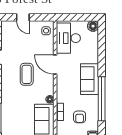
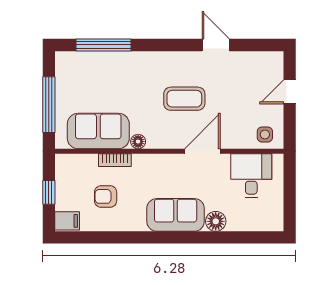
floor lamp: (93, 26) -> (216, 221), moved
desk: (68, 38) -> (251, 176), width x0.73
window: (102, 99) -> (139, 237), removed

